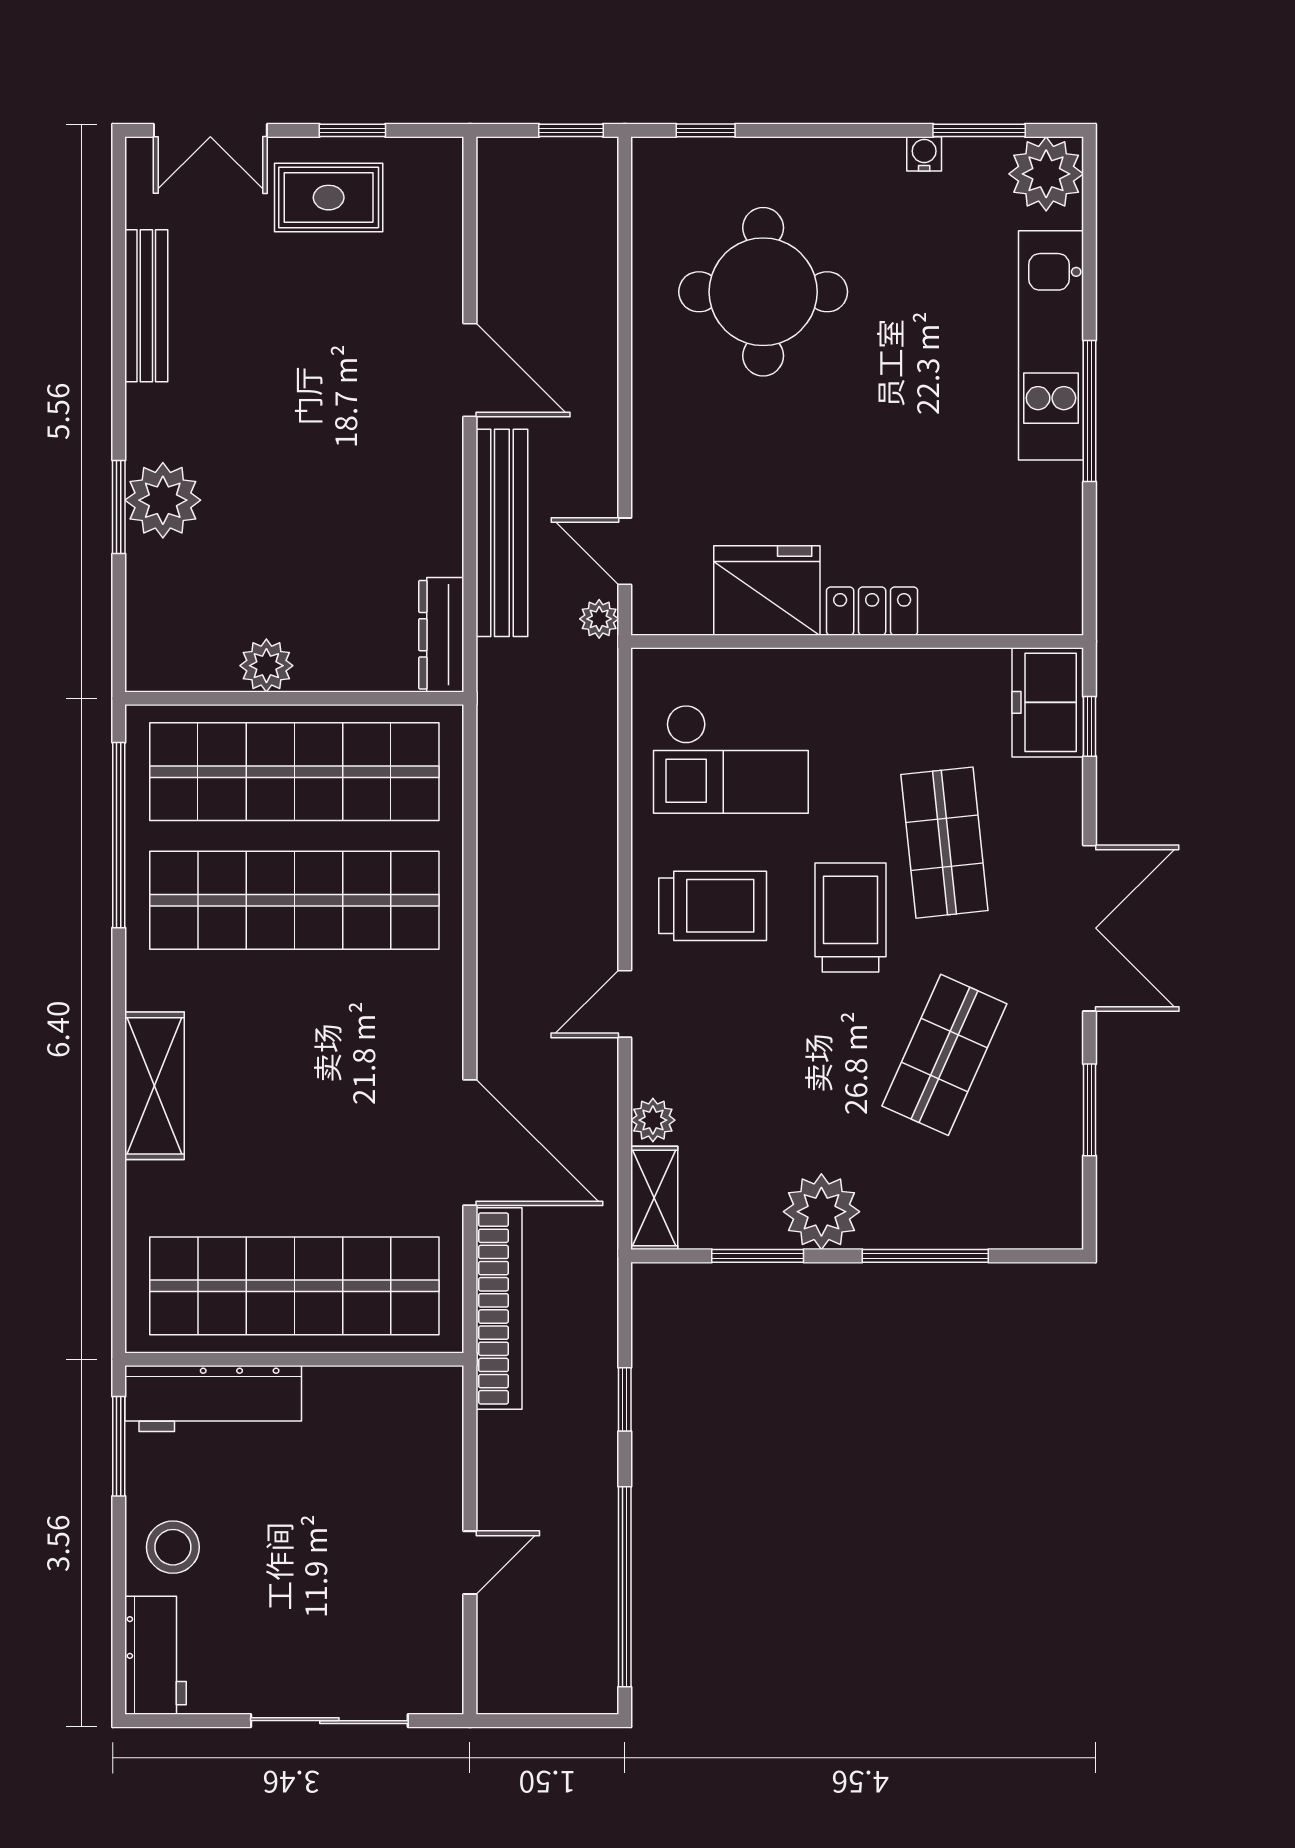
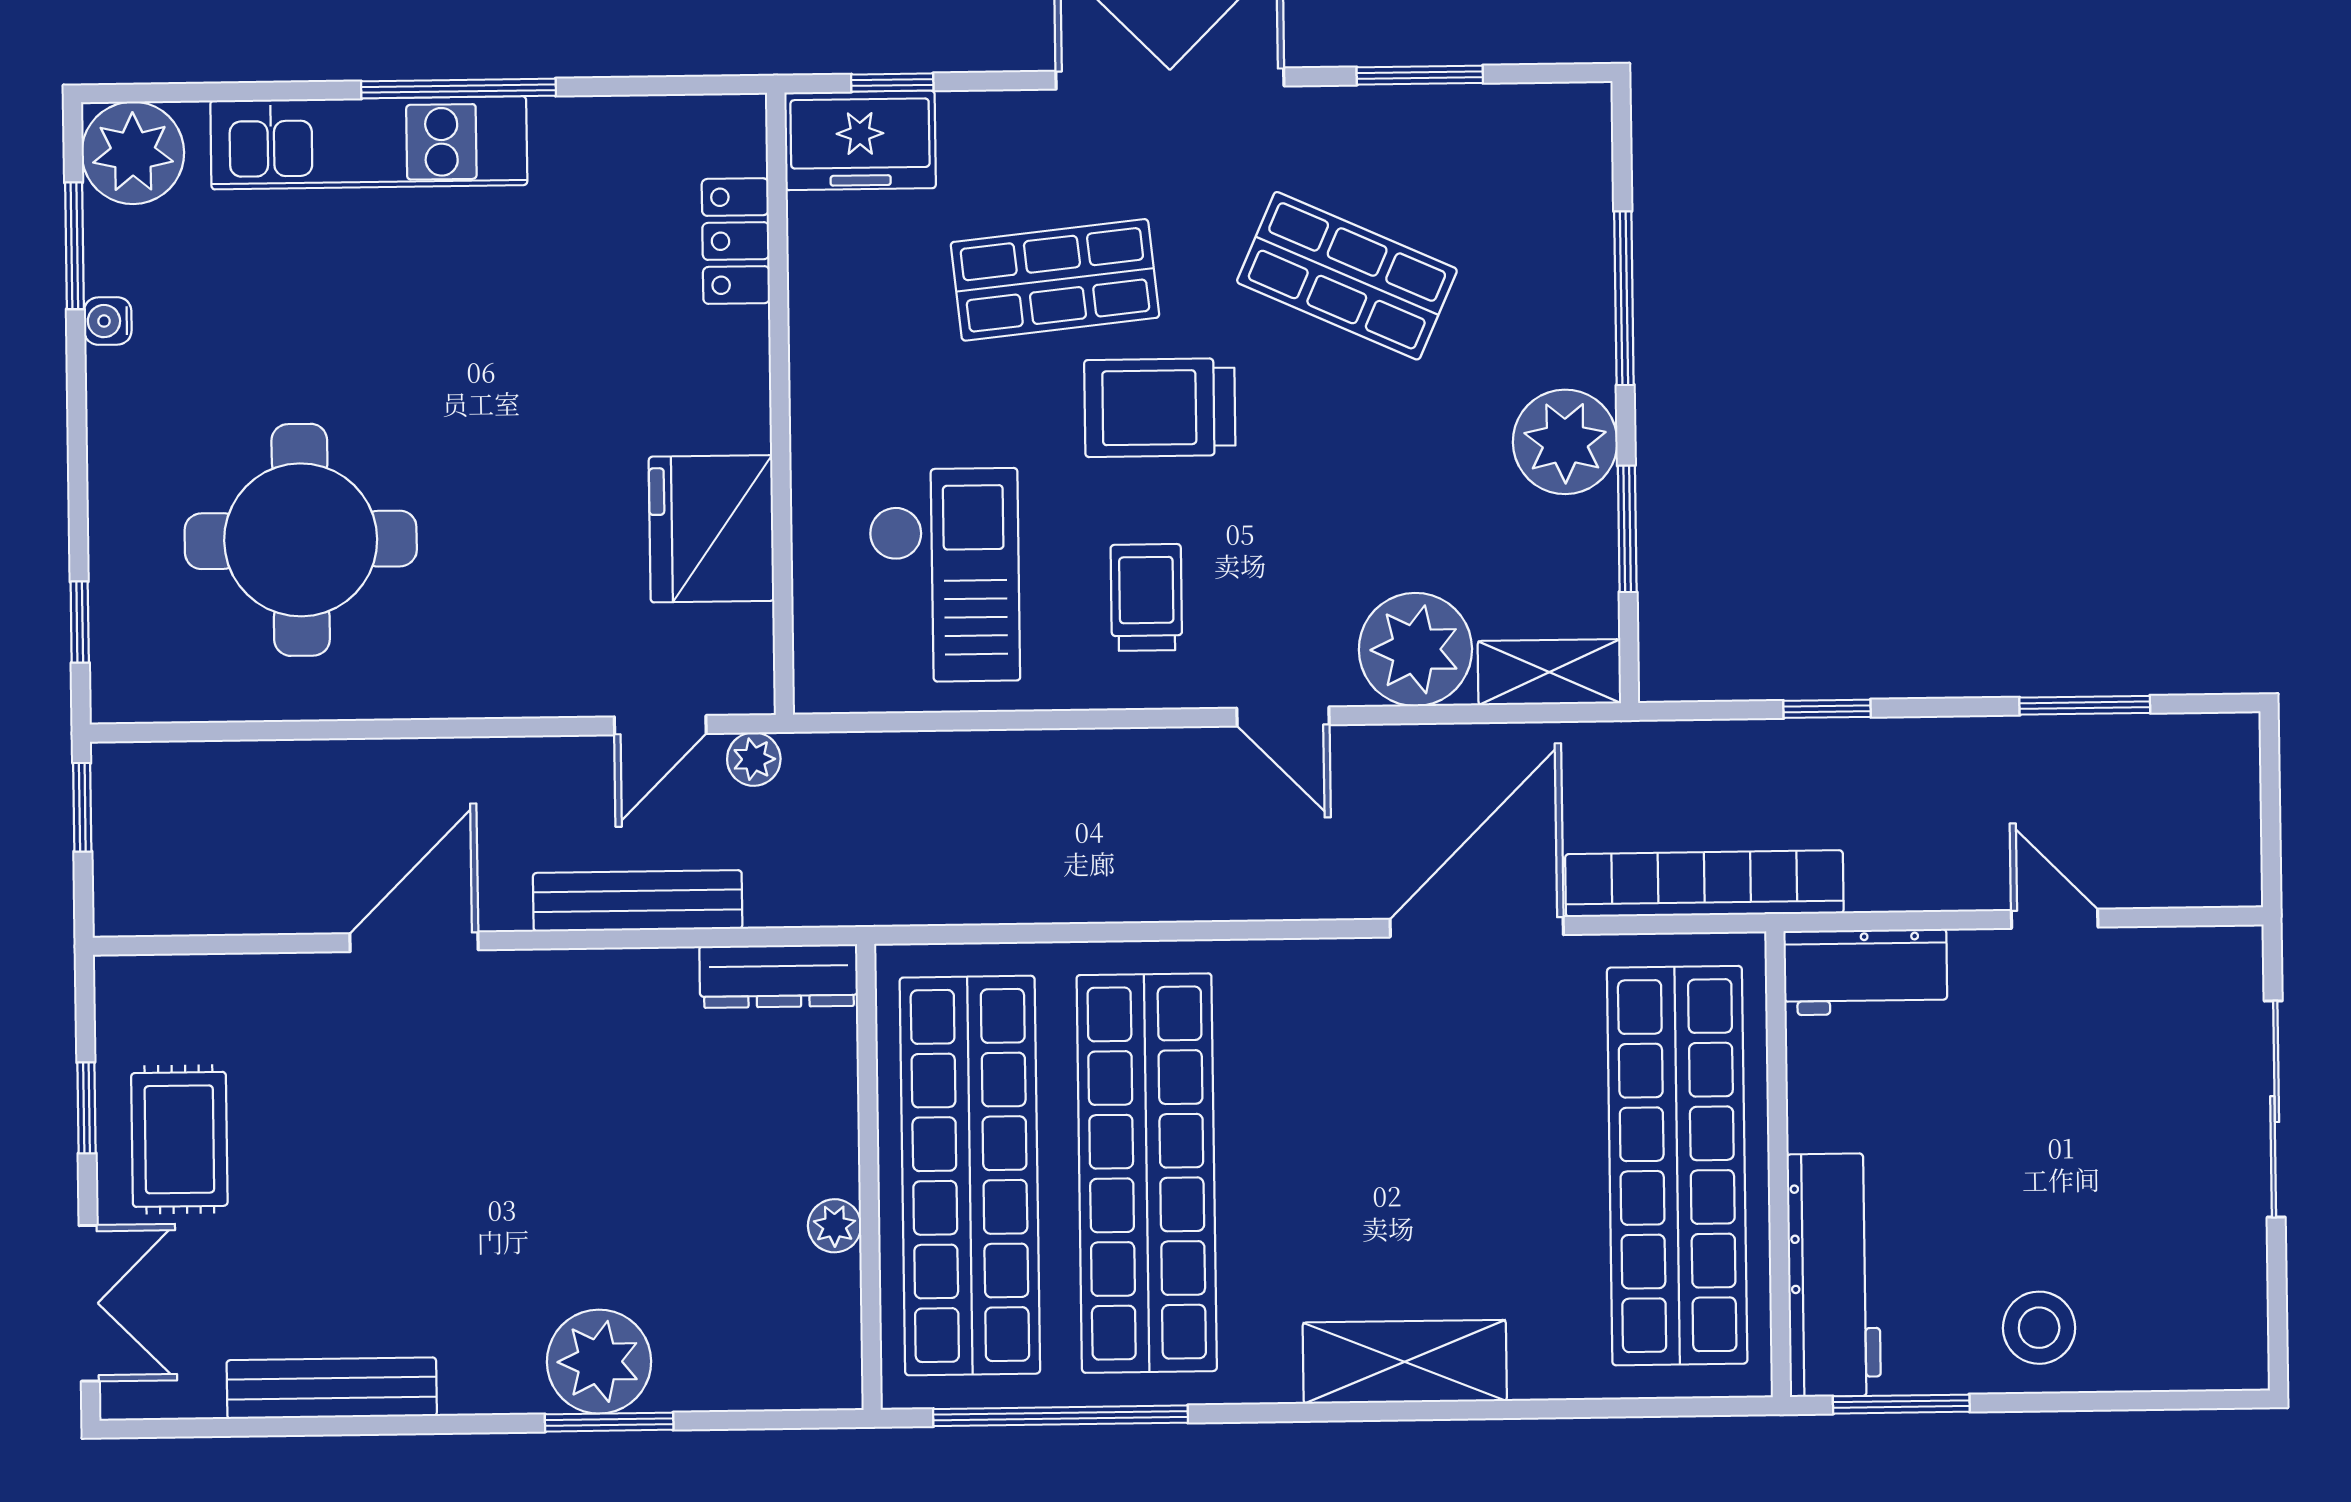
bench: (502, 533) -> (638, 901), width x0.73, depth x0.82
locker: (872, 611) -> (736, 241), moved
plant: (266, 666) -> (835, 1226), width x0.73, depth x0.73
trolley: (713, 906) -> (1146, 597), width x0.73, depth x0.72
plant: (653, 1120) -> (1415, 649), width x1.88, depth x1.88
window: (625, 1587) -> (2085, 705), width x0.47
workbench: (156, 1655) -> (1865, 972), moved, turned 180

